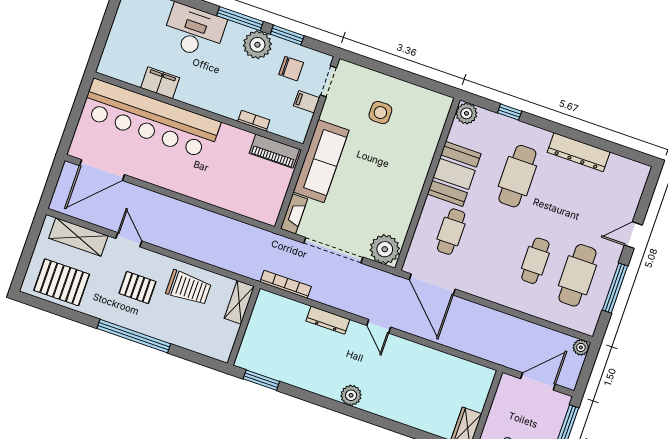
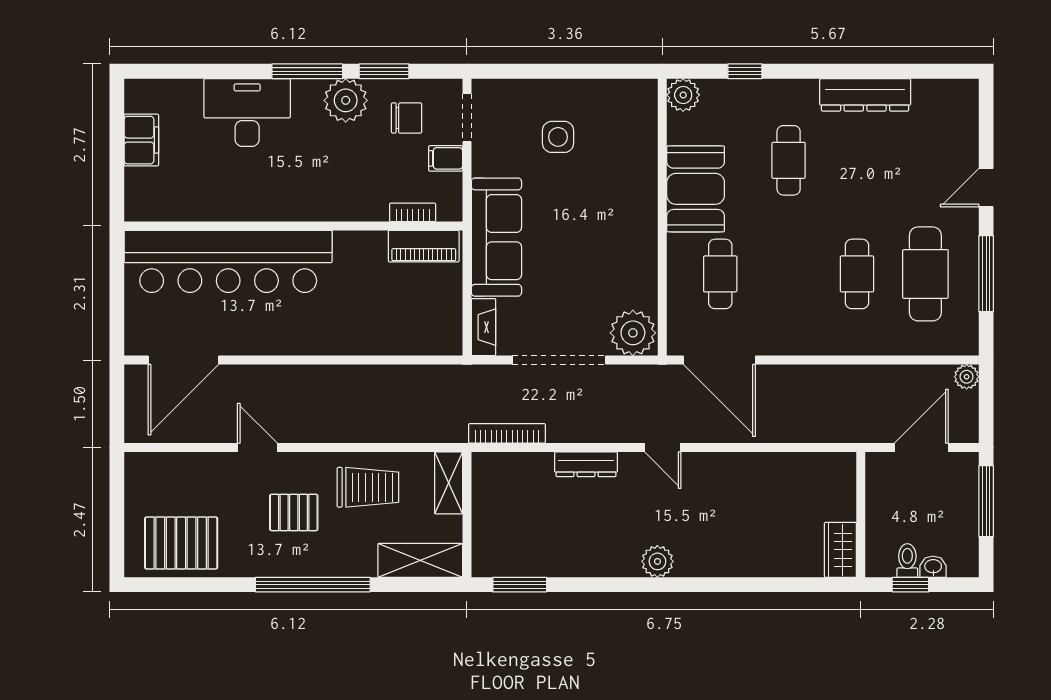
filing cabinet: (160, 83) -> (141, 140), moved, turned 90
bookcase: (254, 121) -> (413, 212), moved
cafe table: (517, 176) -> (789, 160), width x0.73, depth x0.74
shelving: (78, 237) -> (420, 560), moved

